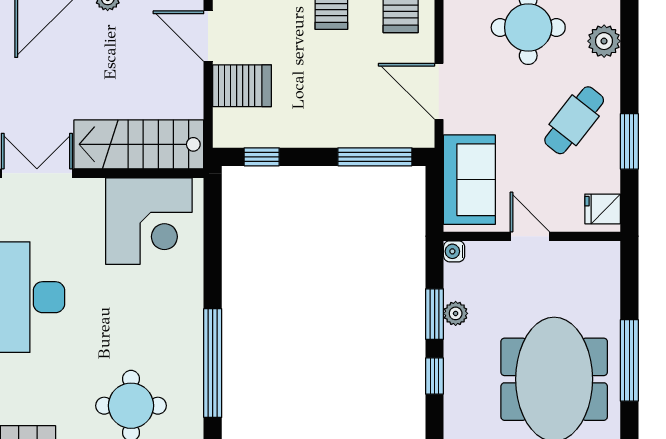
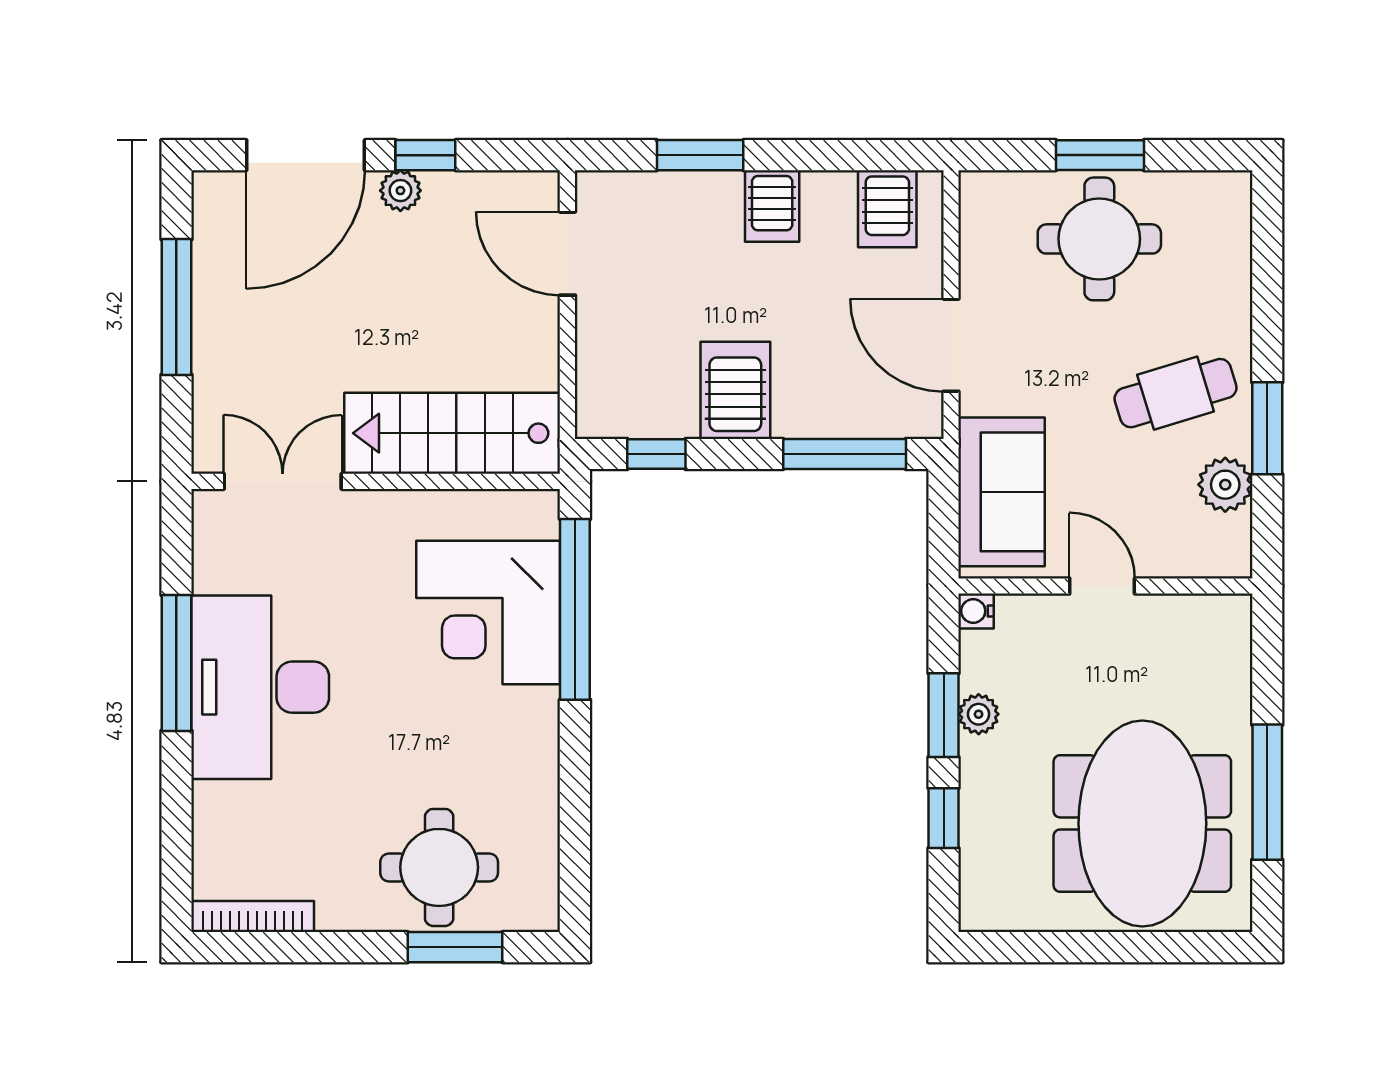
plant: (604, 41) -> (1225, 485), moved
server rack: (242, 86) -> (735, 390), moved, turned -90
cafe table: (574, 120) -> (1176, 393), turned 35
fridge: (603, 209) -> (1223, 540), removed
corner desk: (149, 221) -> (488, 612), moved, turned 90
window: (213, 363) -> (575, 609), moved

